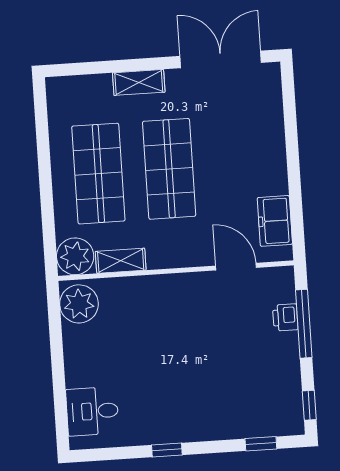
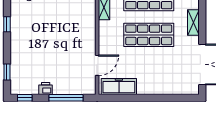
freezer: (275, 221) -> (119, 86), width x1.40
printer: (285, 317) -> (46, 88), moved

